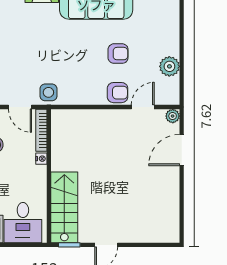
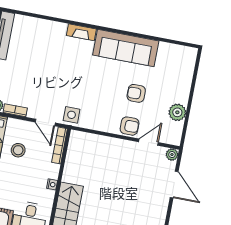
armchair: (118, 54) -> (136, 93), turned 180
door: (182, 150) -> (174, 185), swing flipped
nightstand: (41, 159) -> (52, 184), moved

